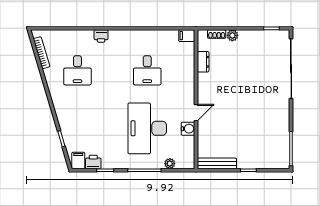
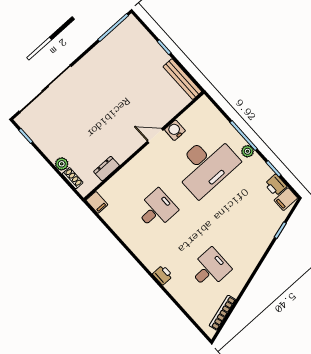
plant: (170, 164) -> (248, 151), moved

